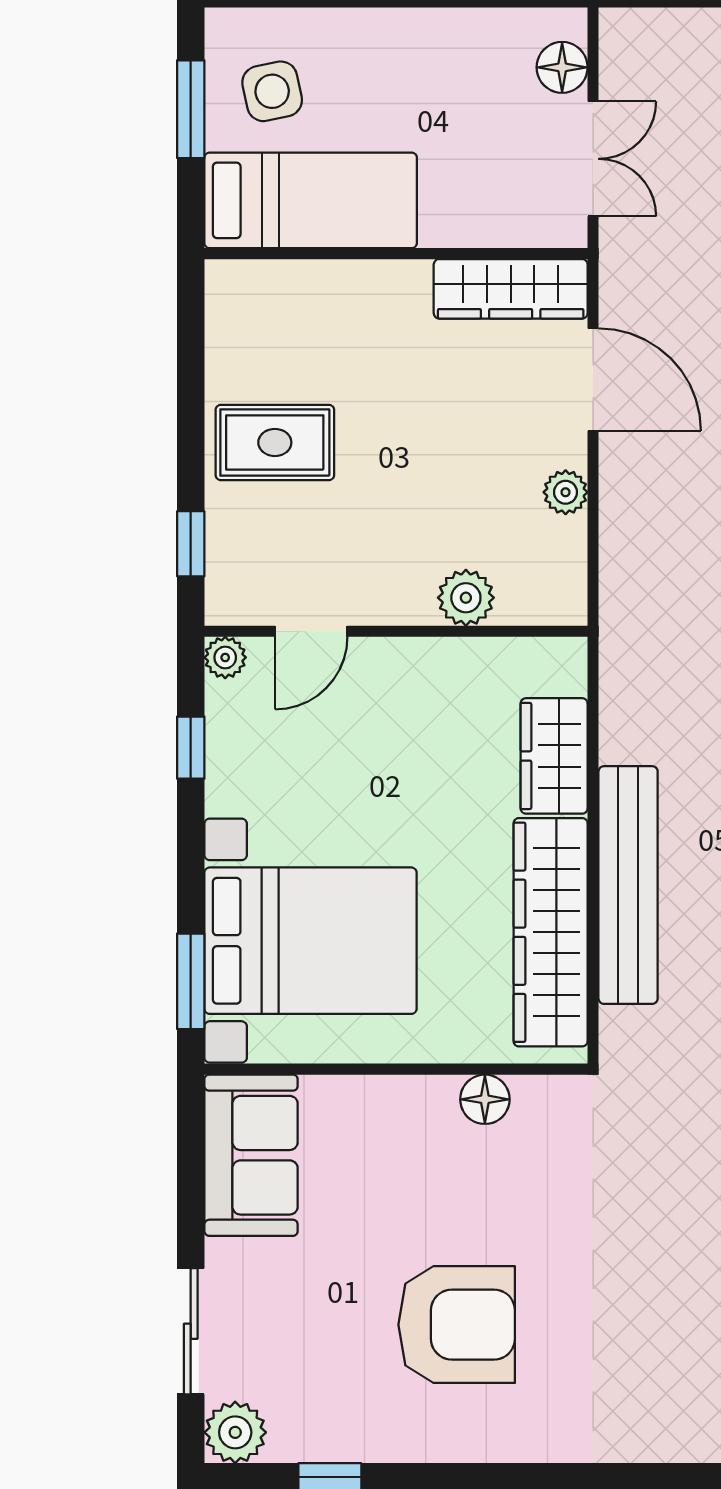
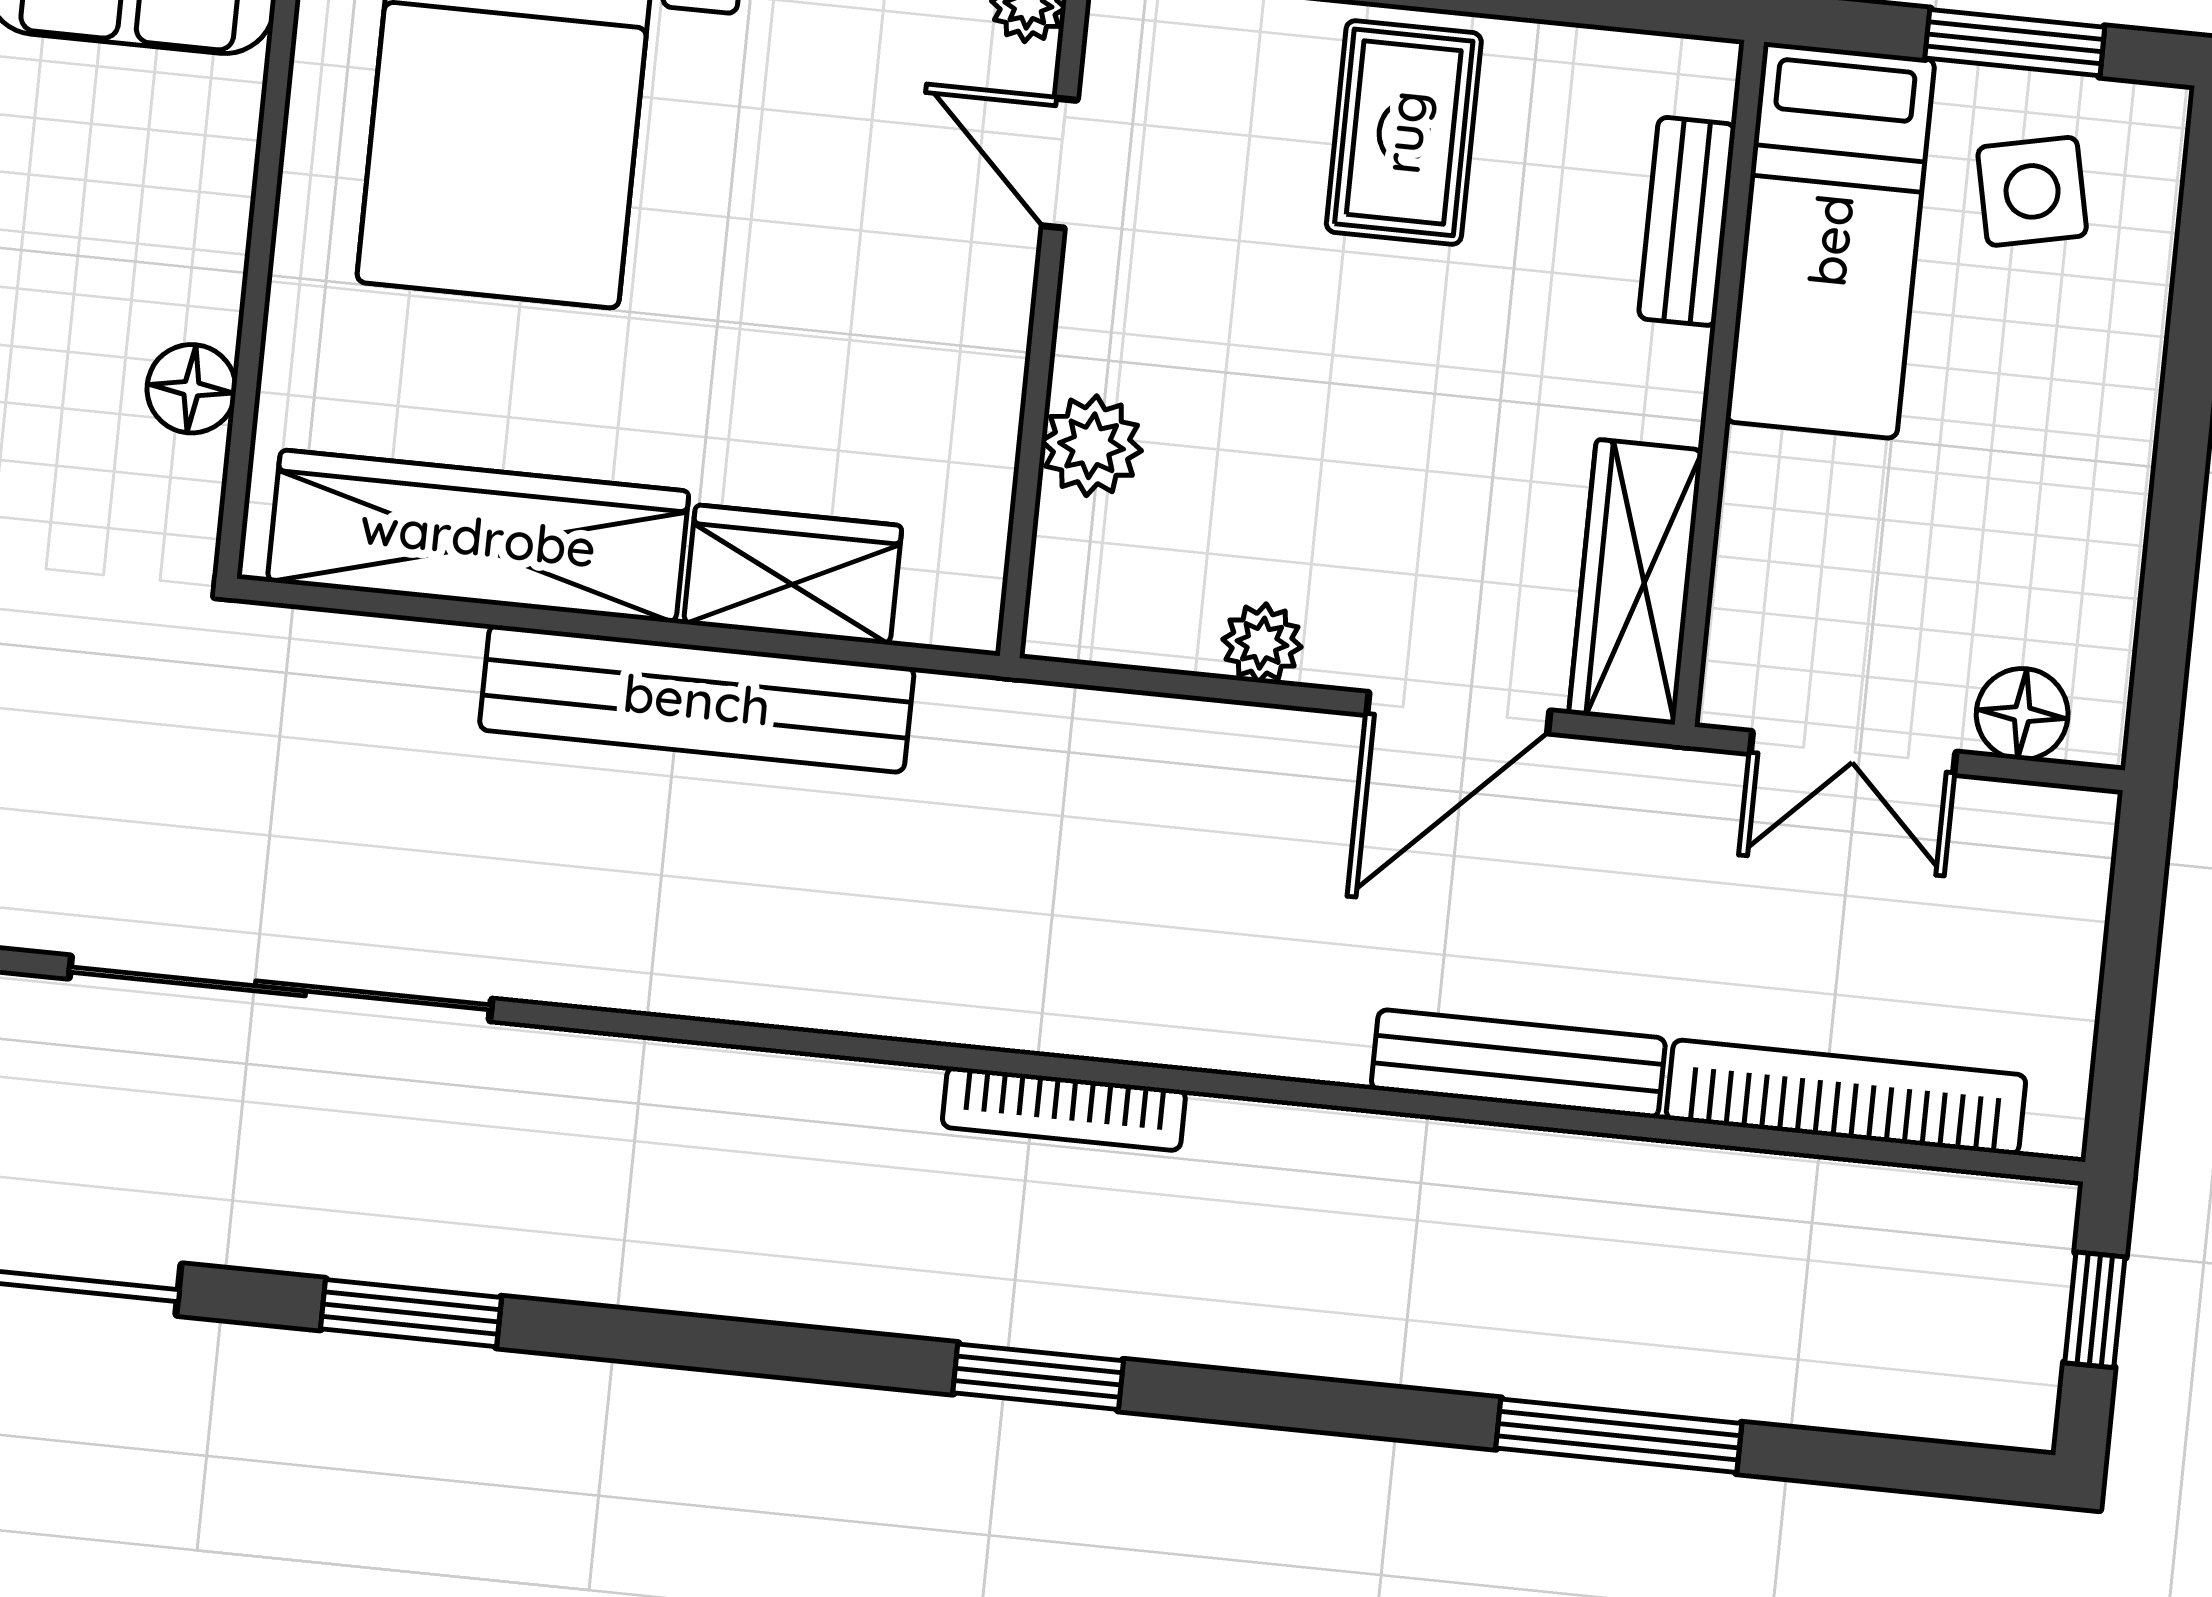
bench: (308, 281) -> (1687, 221), added
bench: (628, 885) -> (697, 699), moved

